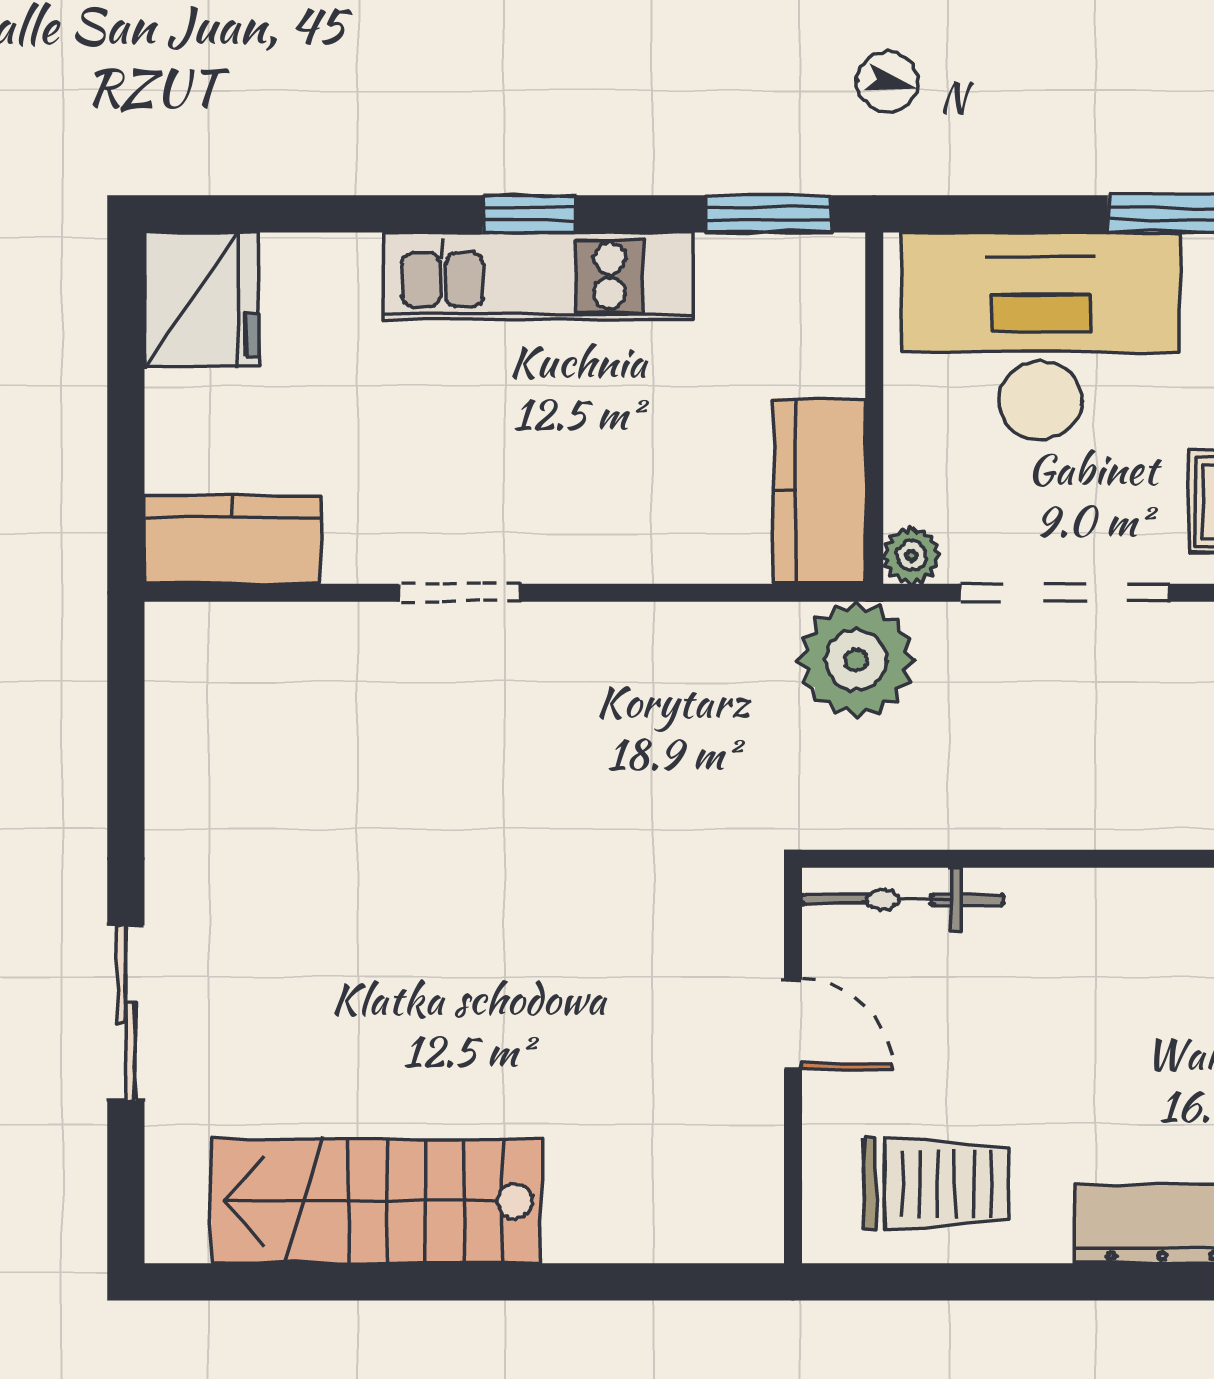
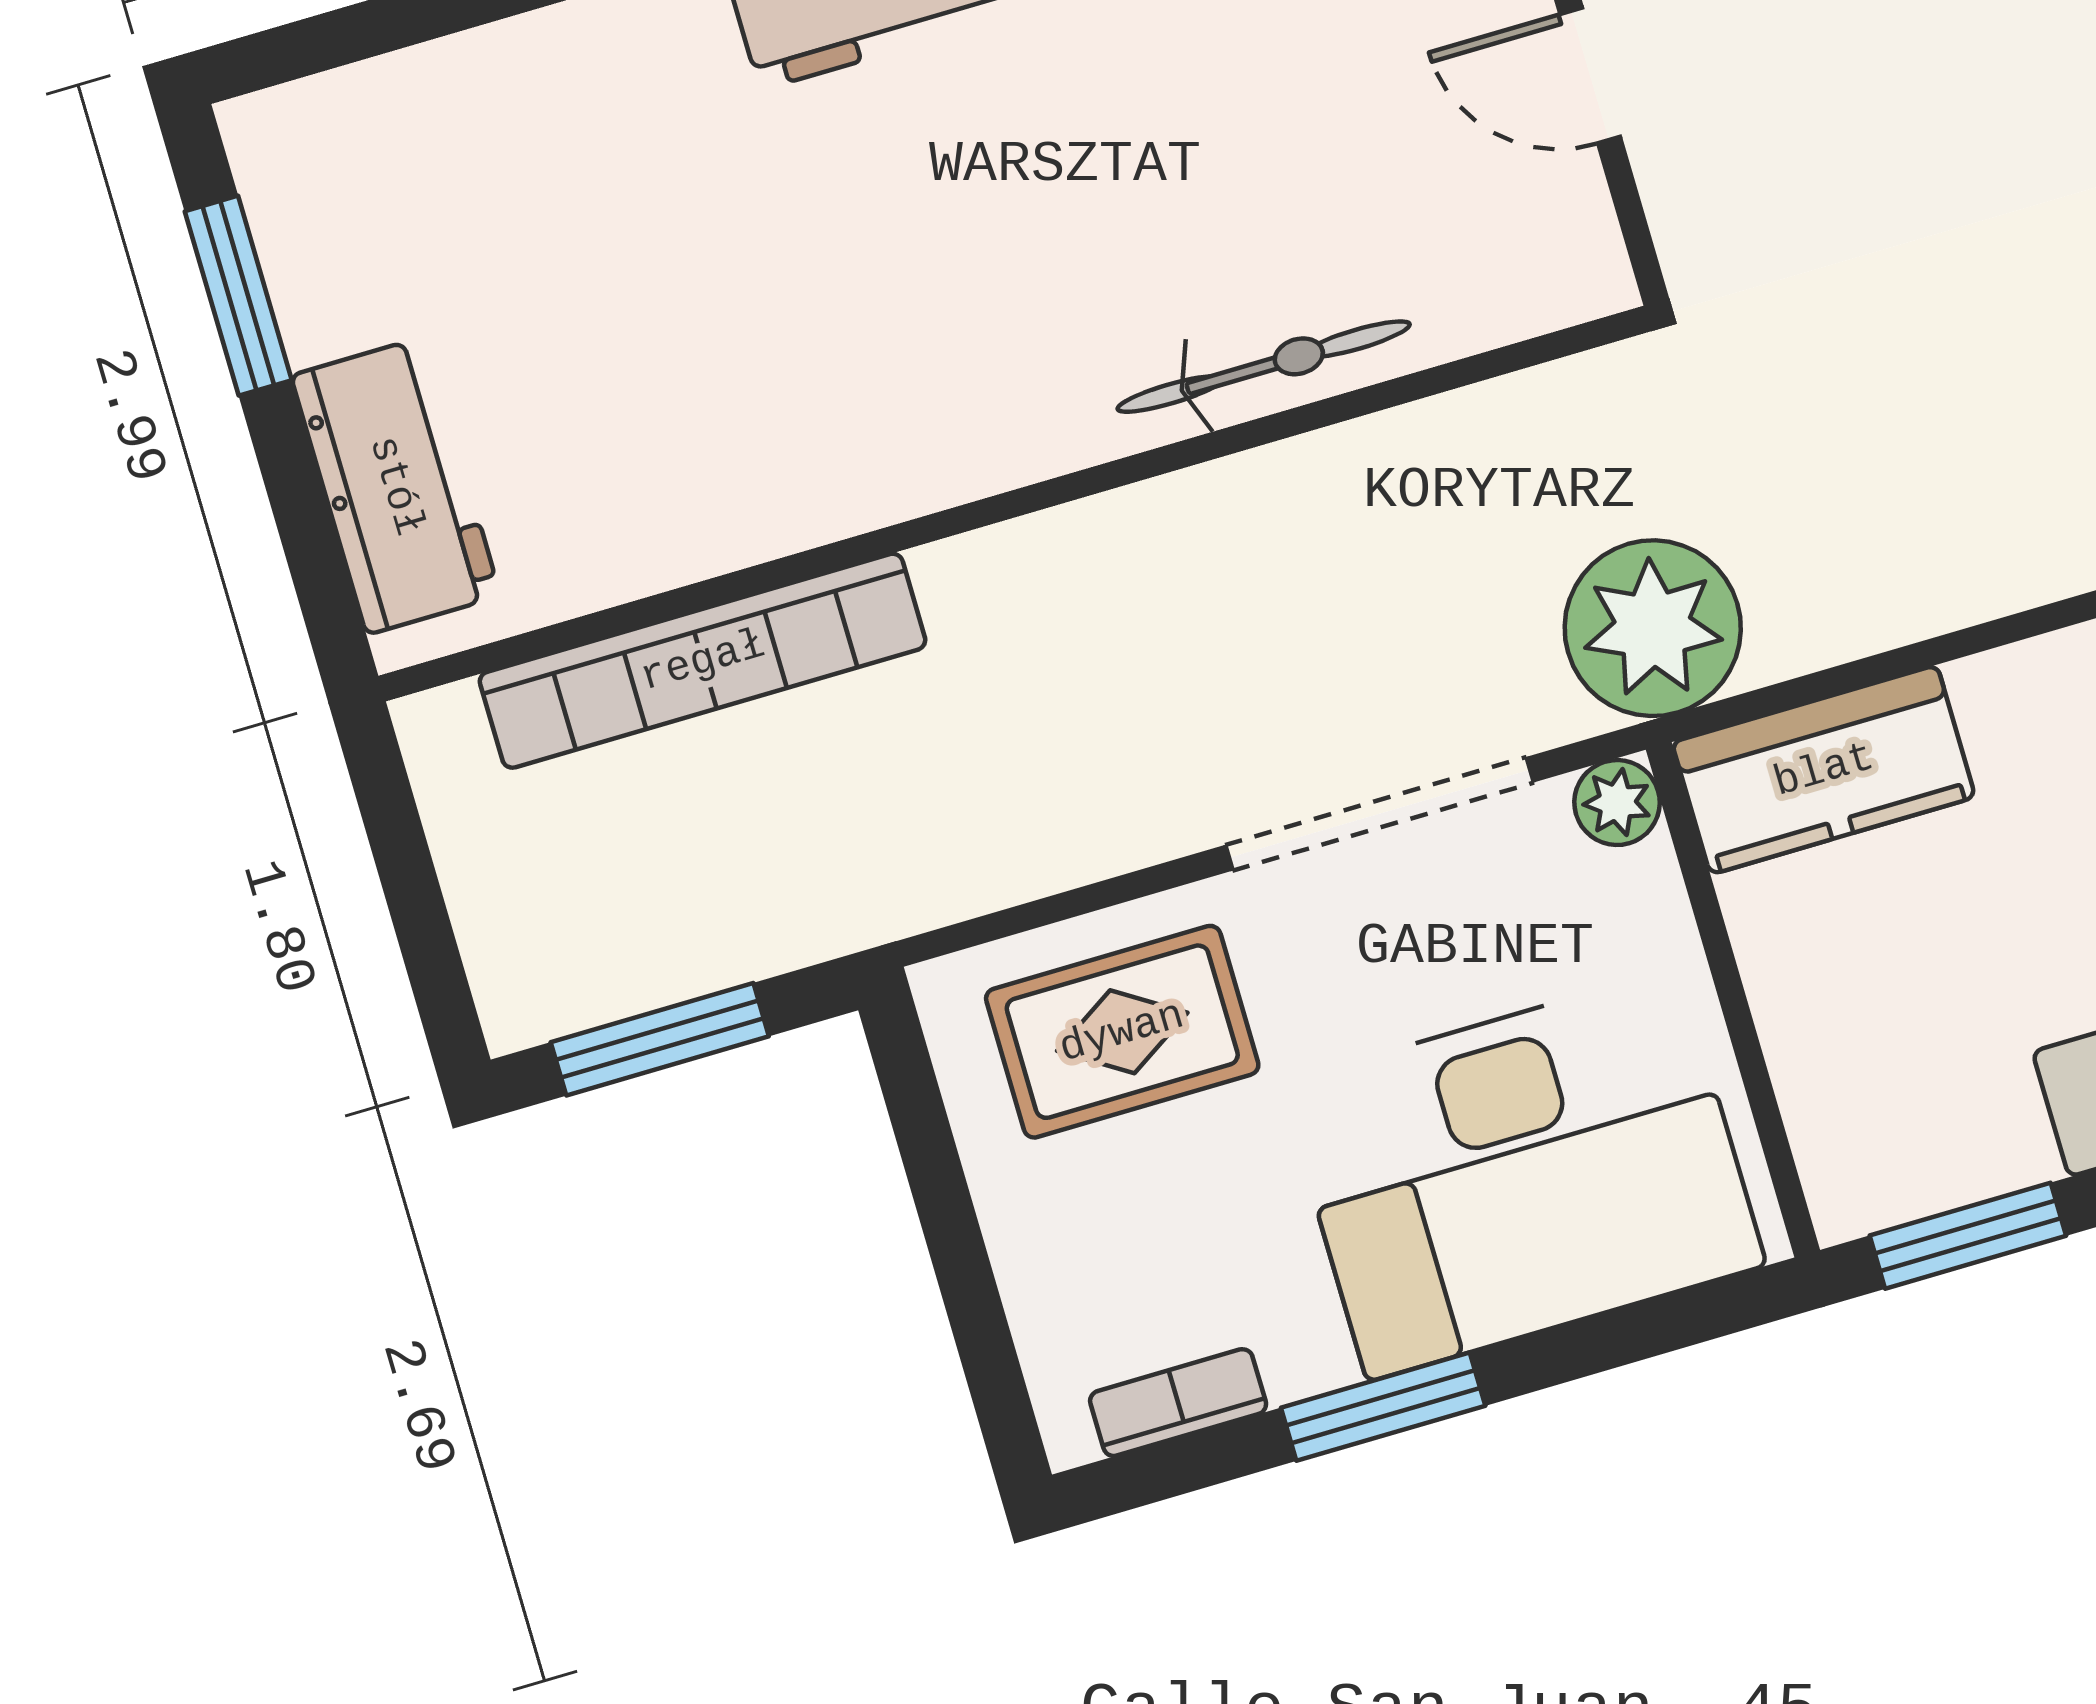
kitchen counter: (819, 490) -> (1824, 770), moved, turned 90
bicycle: (903, 900) -> (1264, 367), moved

